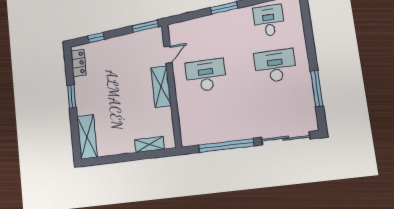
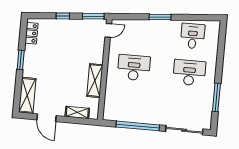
window: (96, 38) -> (63, 16), moved
door: (168, 55) -> (108, 30), moved
shelving: (161, 87) -> (95, 81), moved
door: (114, 159) -> (47, 118), added

